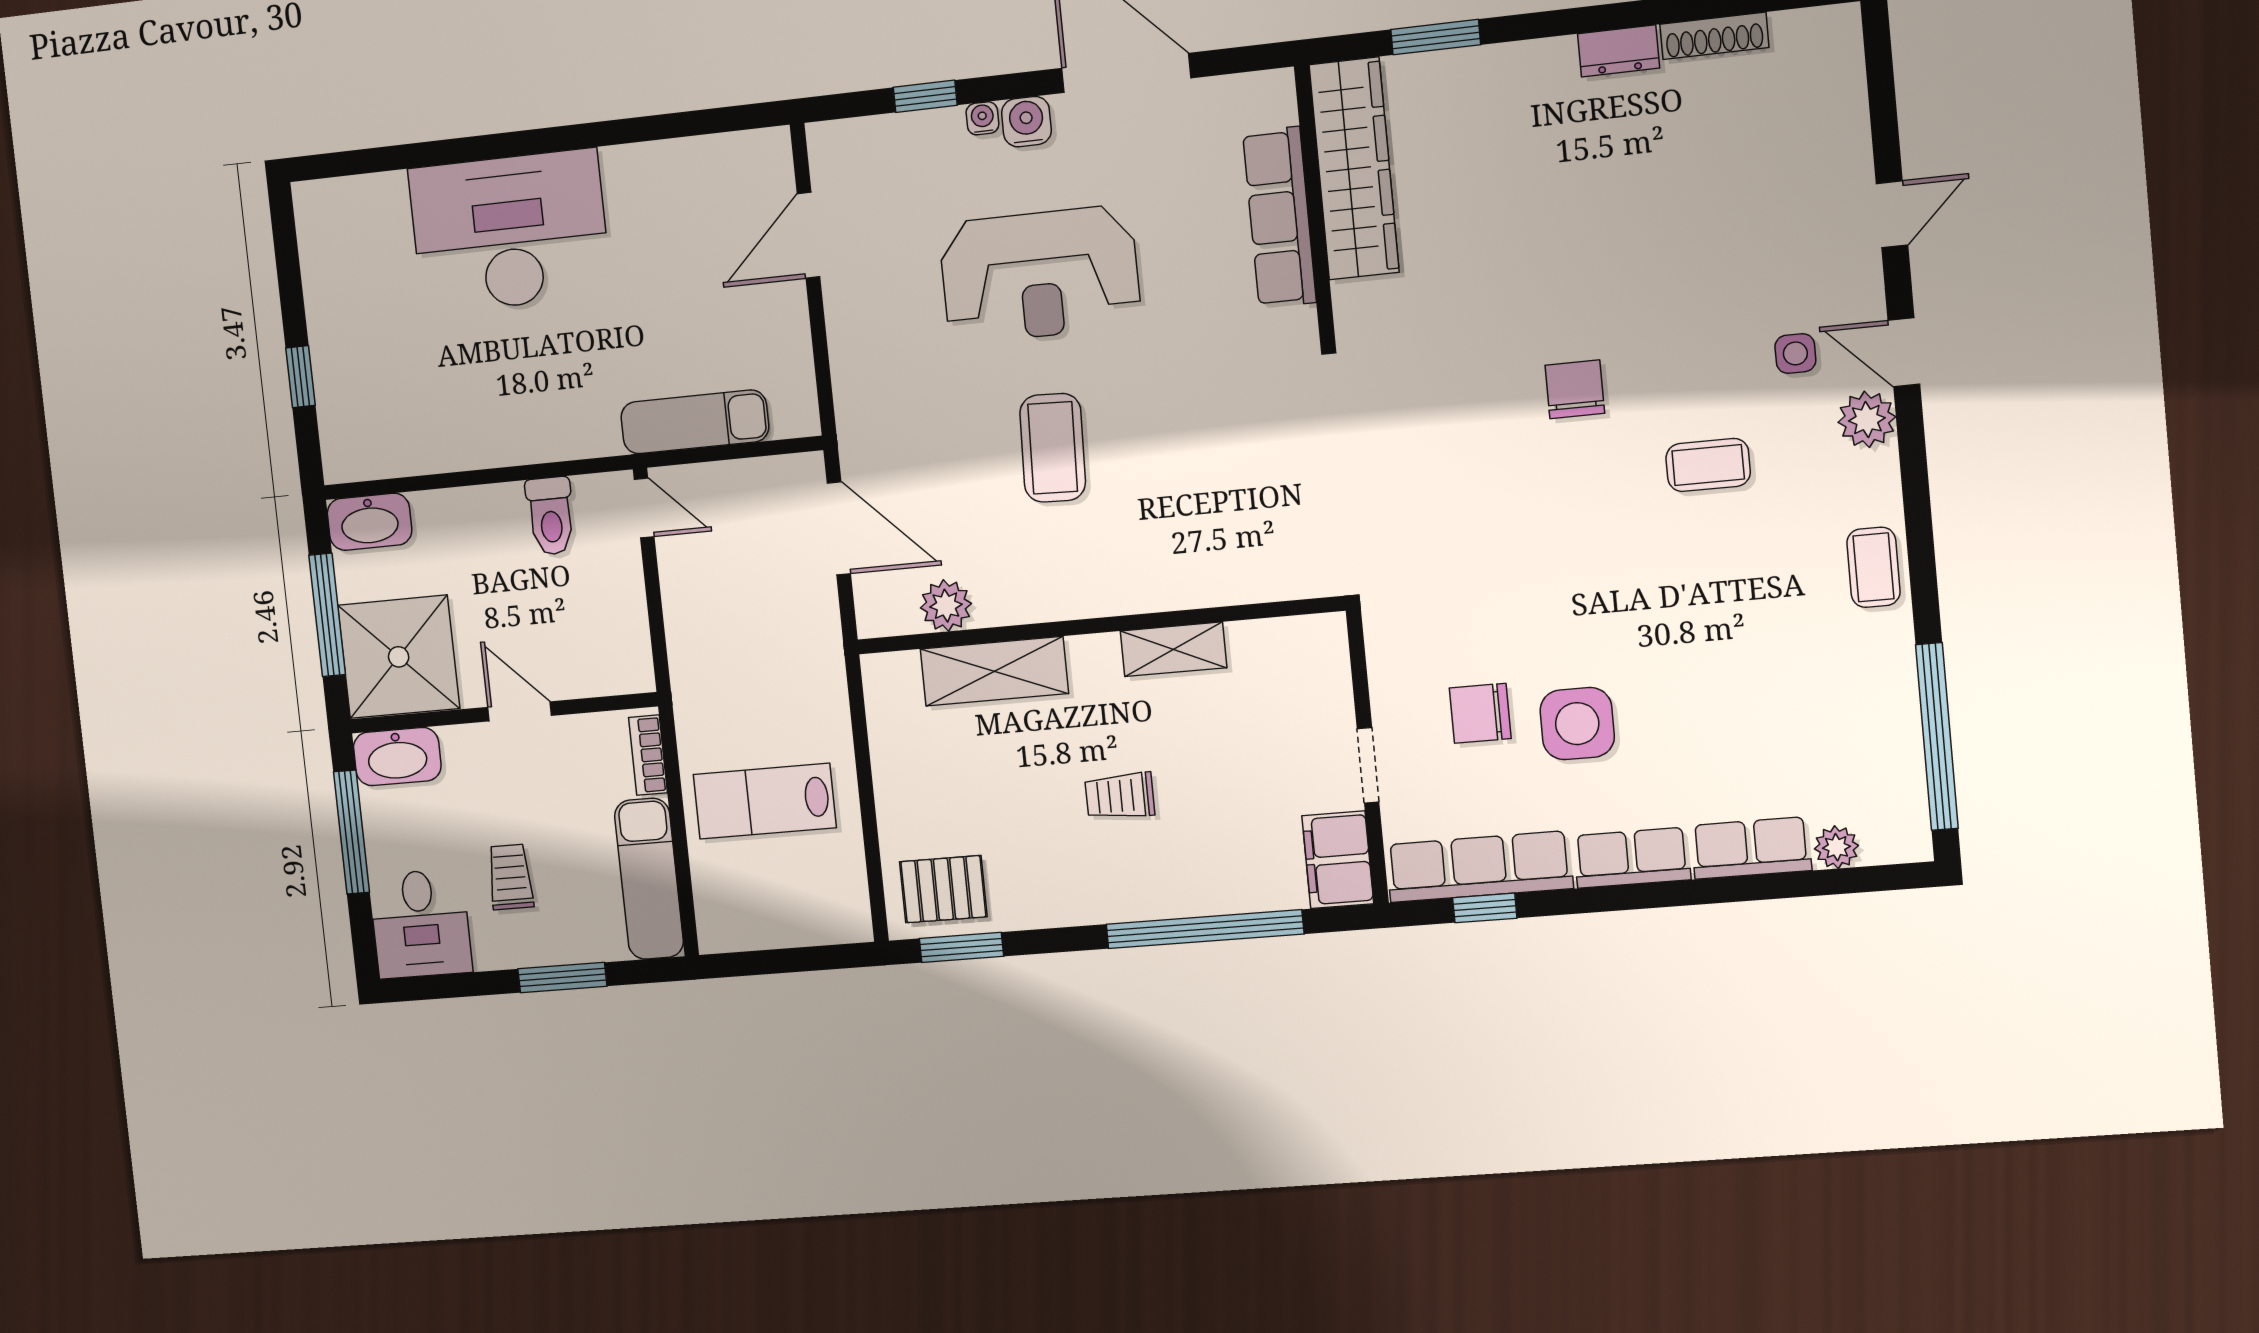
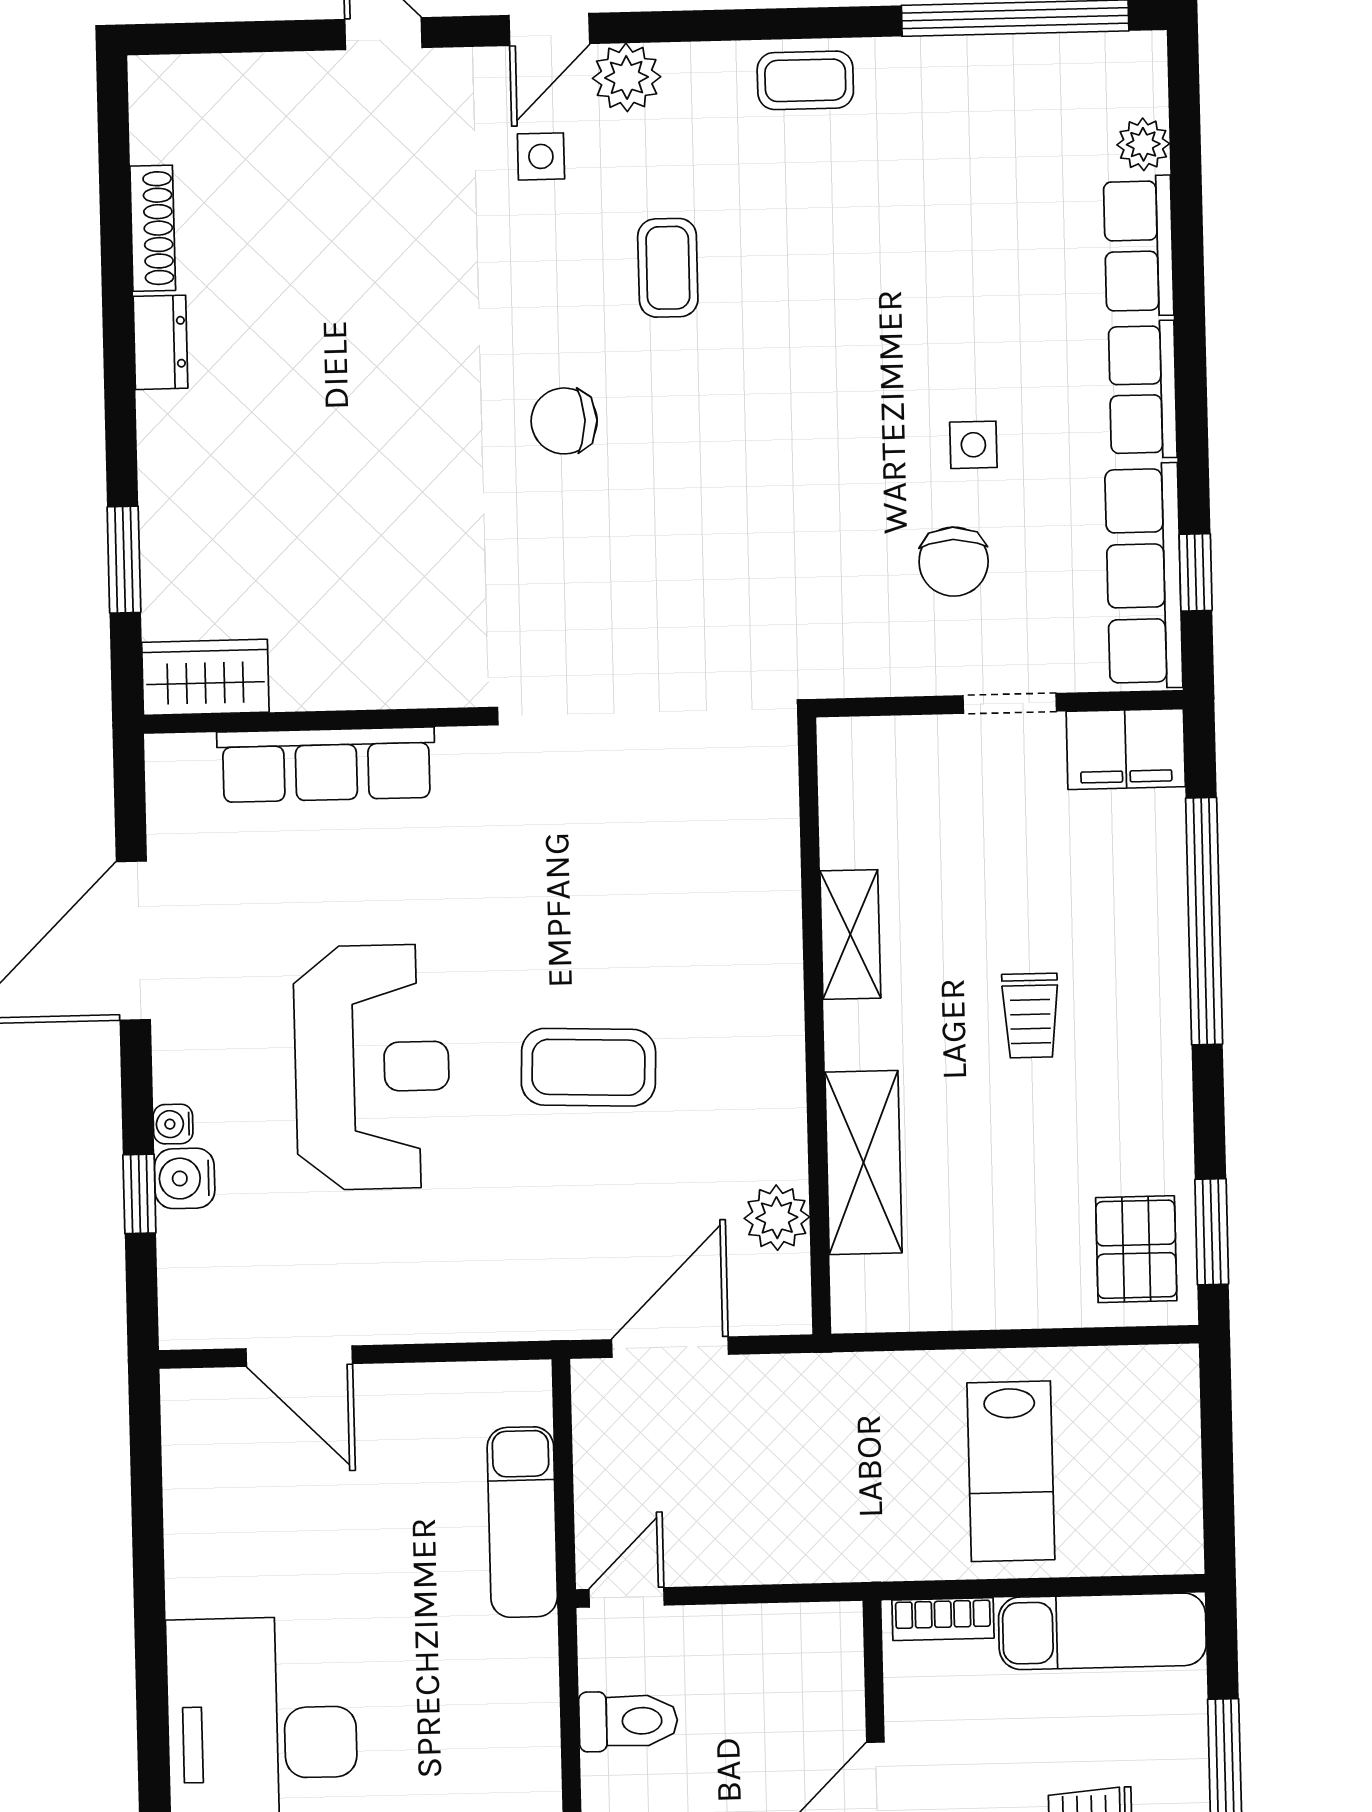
water cooler: (1026, 122) -> (185, 1178), moved
wardrobe: (1354, 169) -> (205, 677), width x0.48, depth x0.85
side table: (1577, 724) -> (973, 445), width x0.54, depth x0.54

